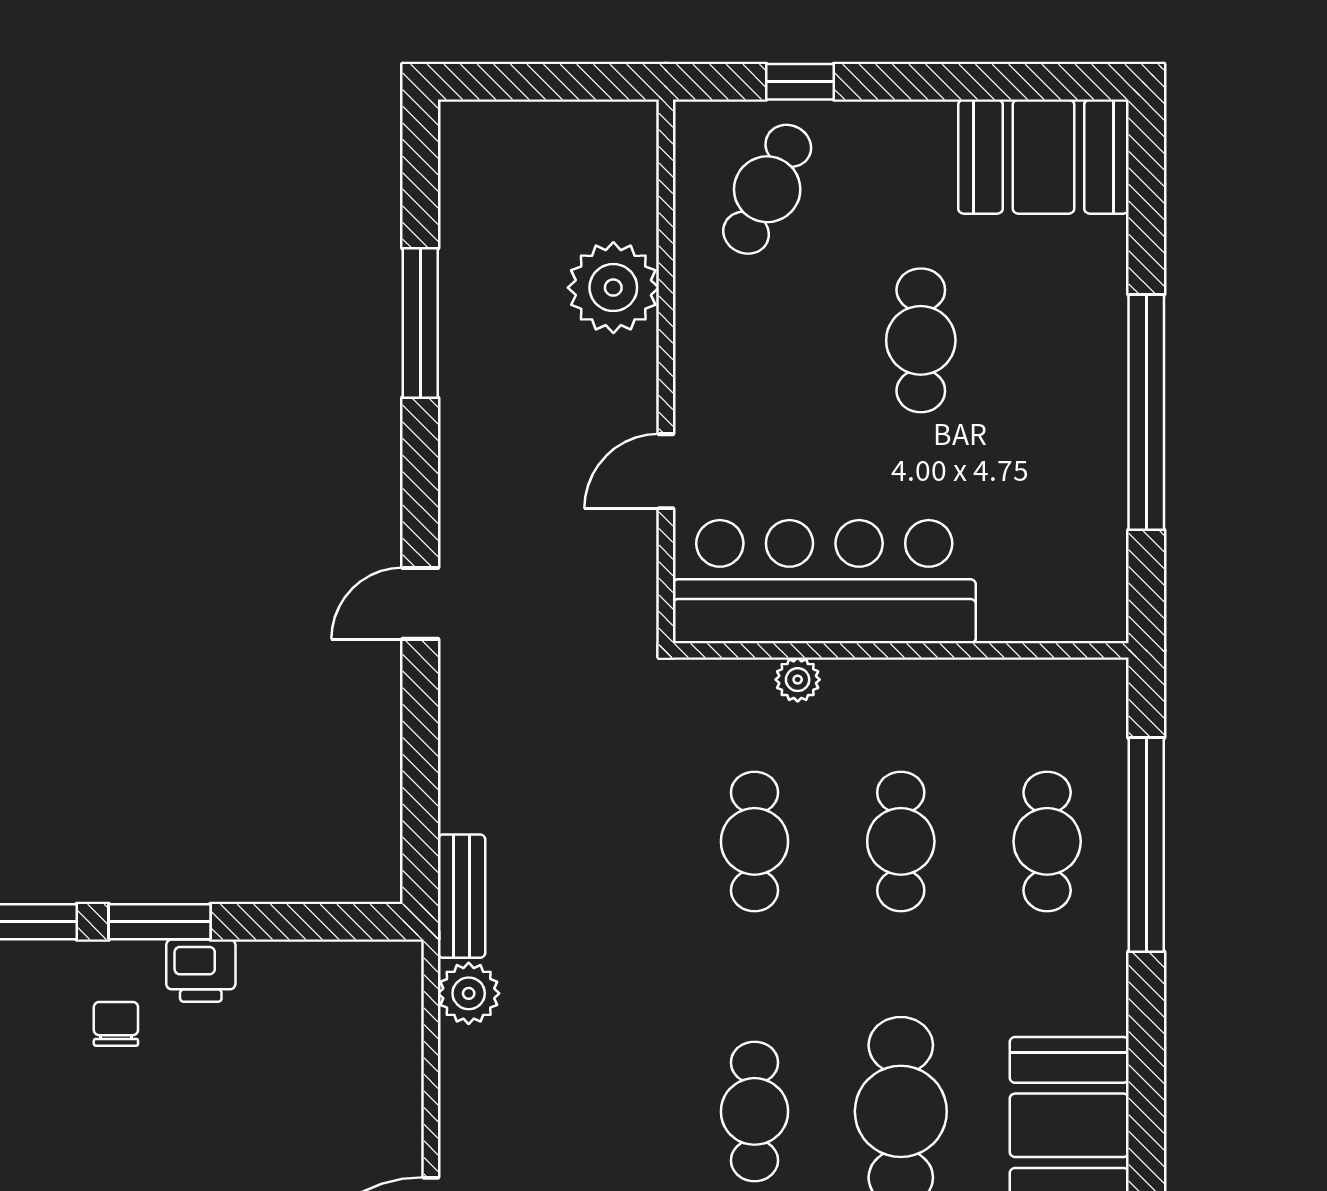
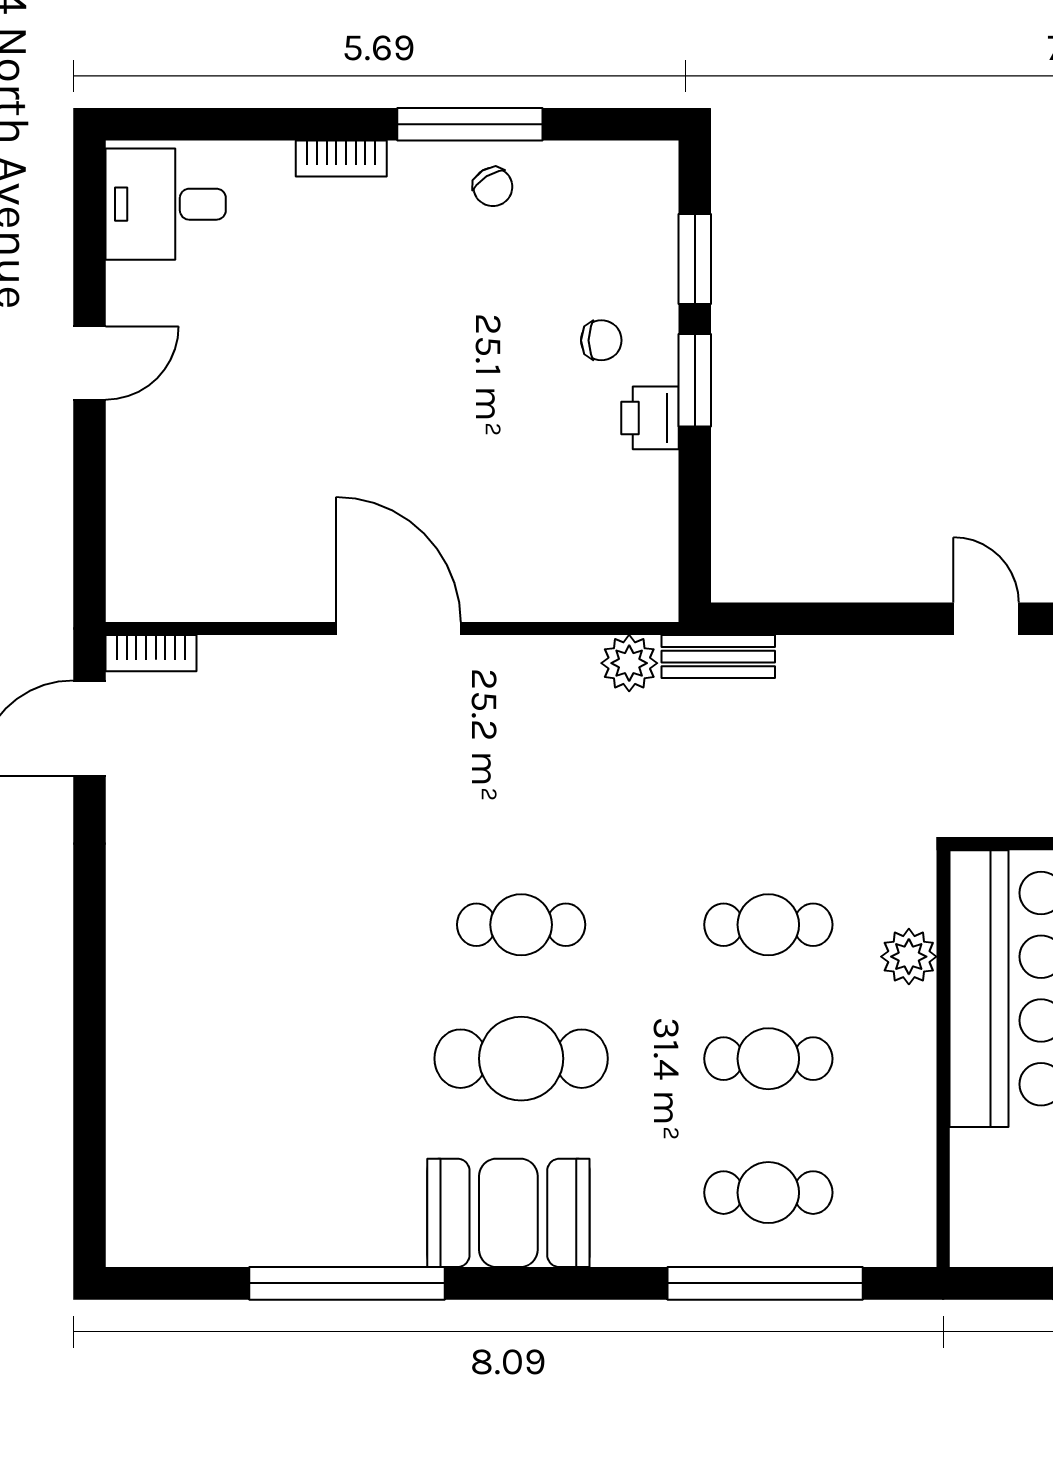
plant: (798, 680) -> (909, 957), width x1.38, depth x1.38

